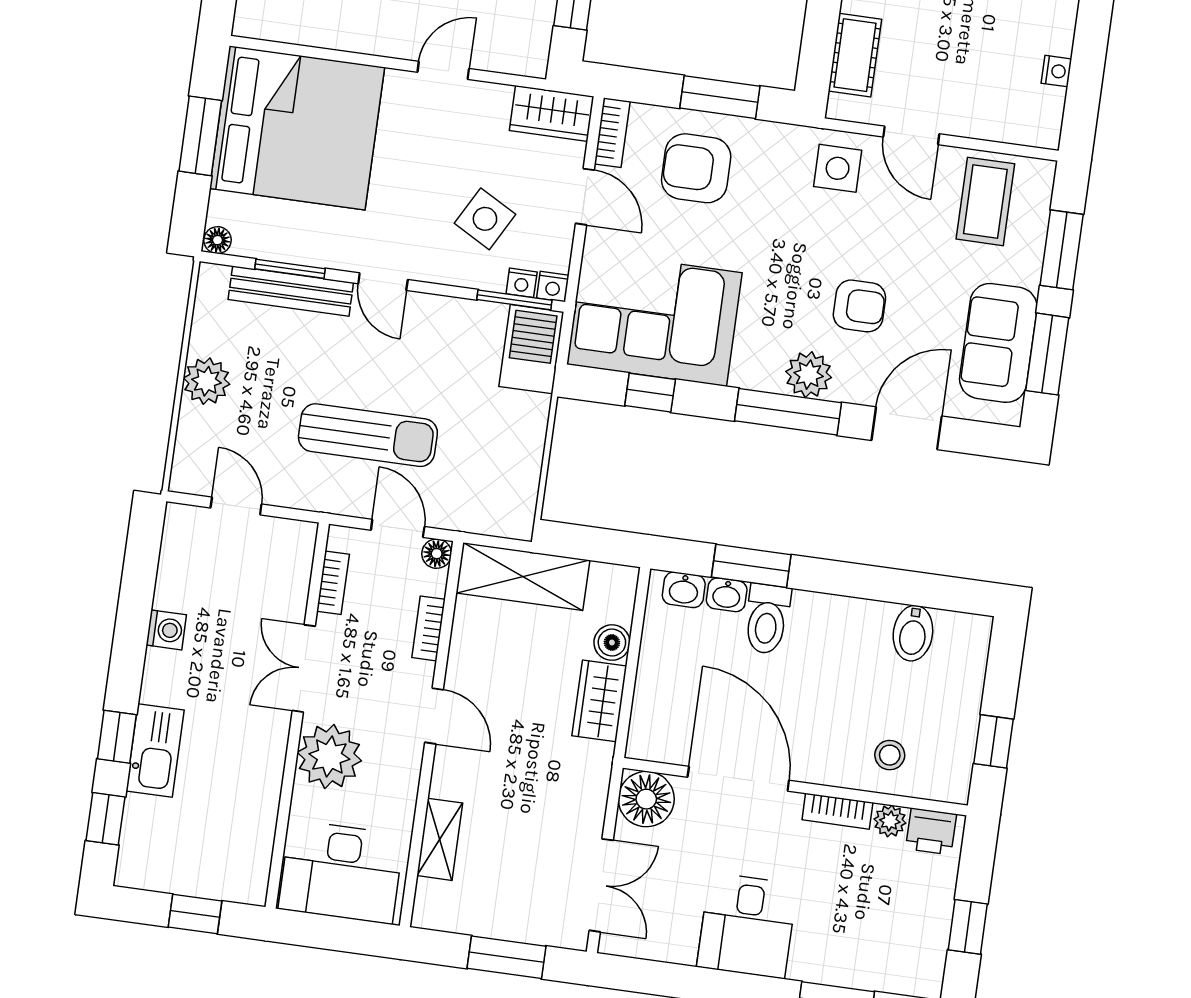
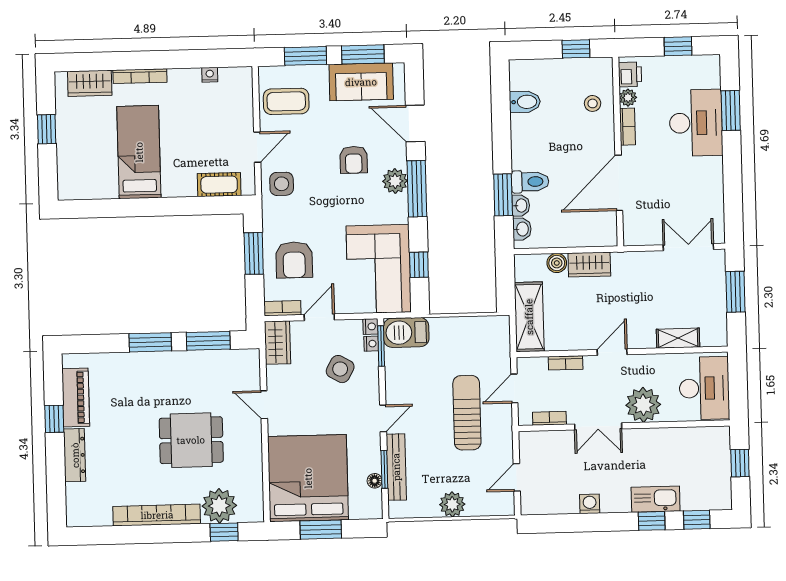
floor lamp: (218, 240) -> (375, 481), moved
armchair: (859, 306) -> (354, 160), turned 180
floor lamp: (437, 554) -> (525, 365), removed
floor lamp: (646, 799) -> (638, 231), removed
desk: (747, 926) -> (696, 123), moved, width x1.37

